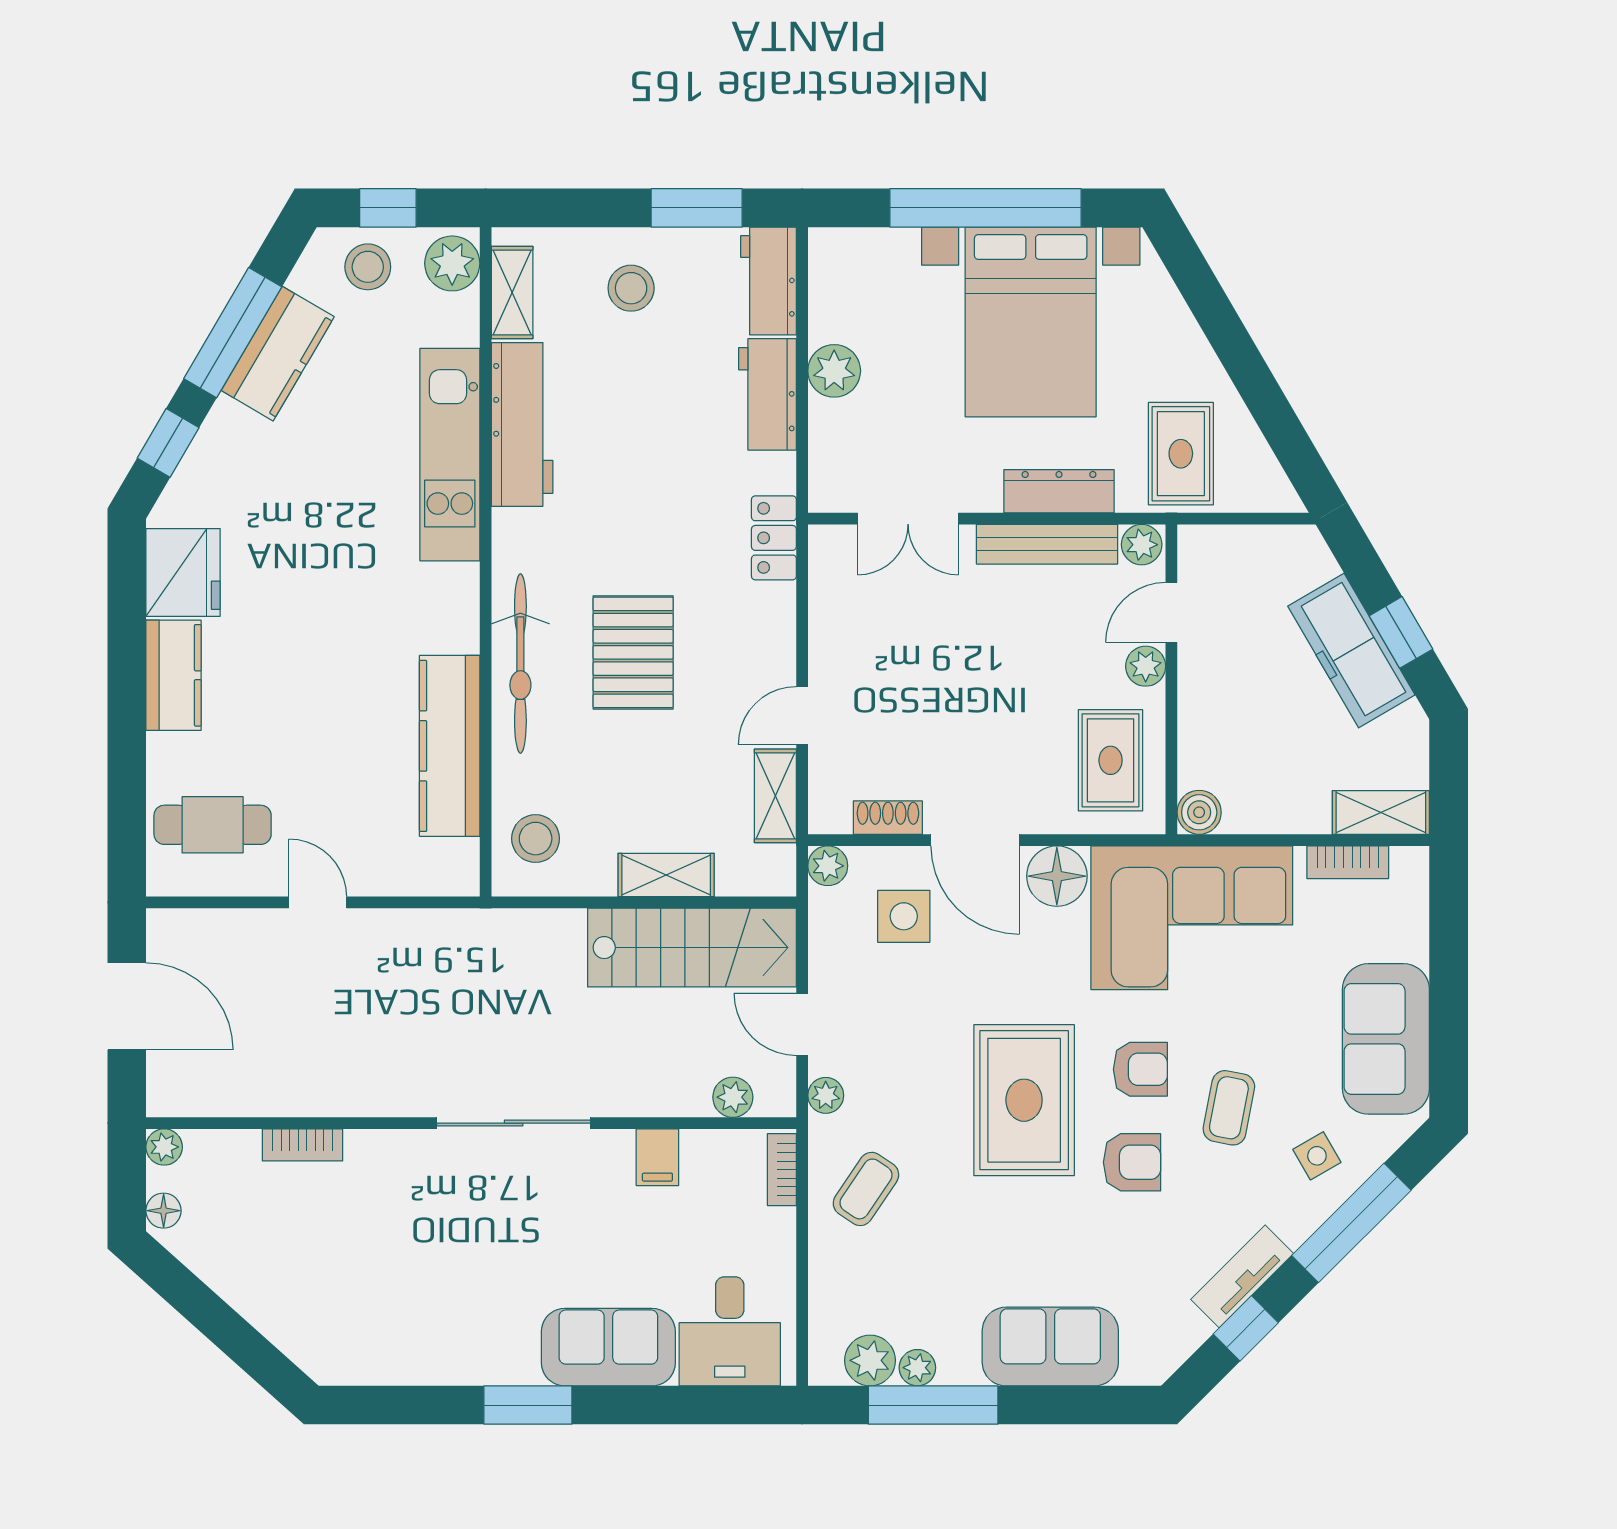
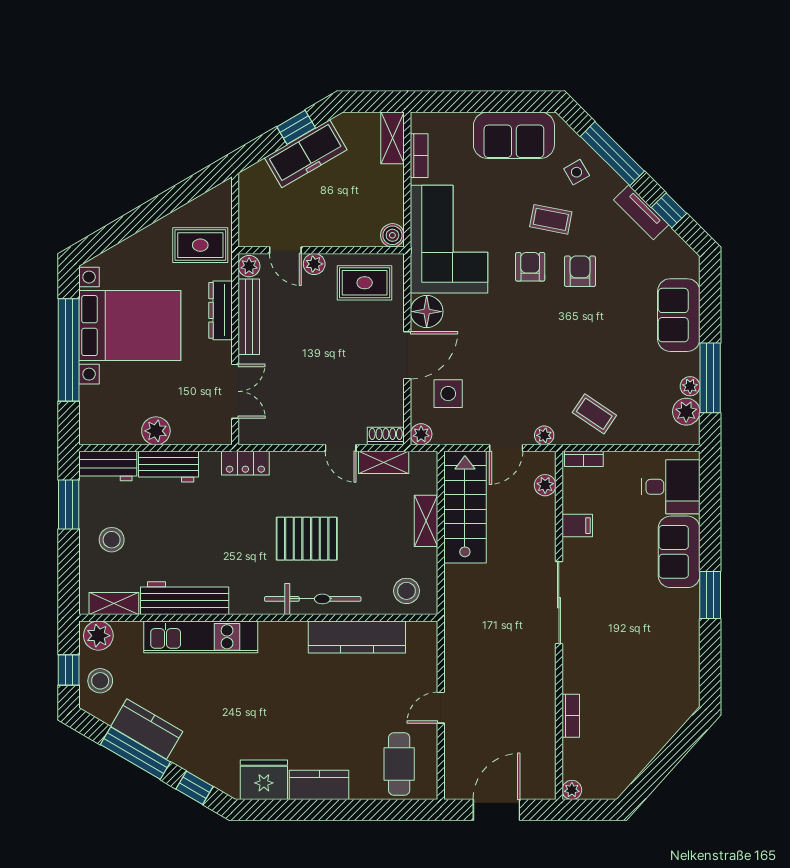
shoe rack: (888, 818) -> (386, 436), moved, turned 90
rug: (1024, 1100) -> (547, 329), removed
floor lamp: (164, 1211) -> (606, 790), removed

